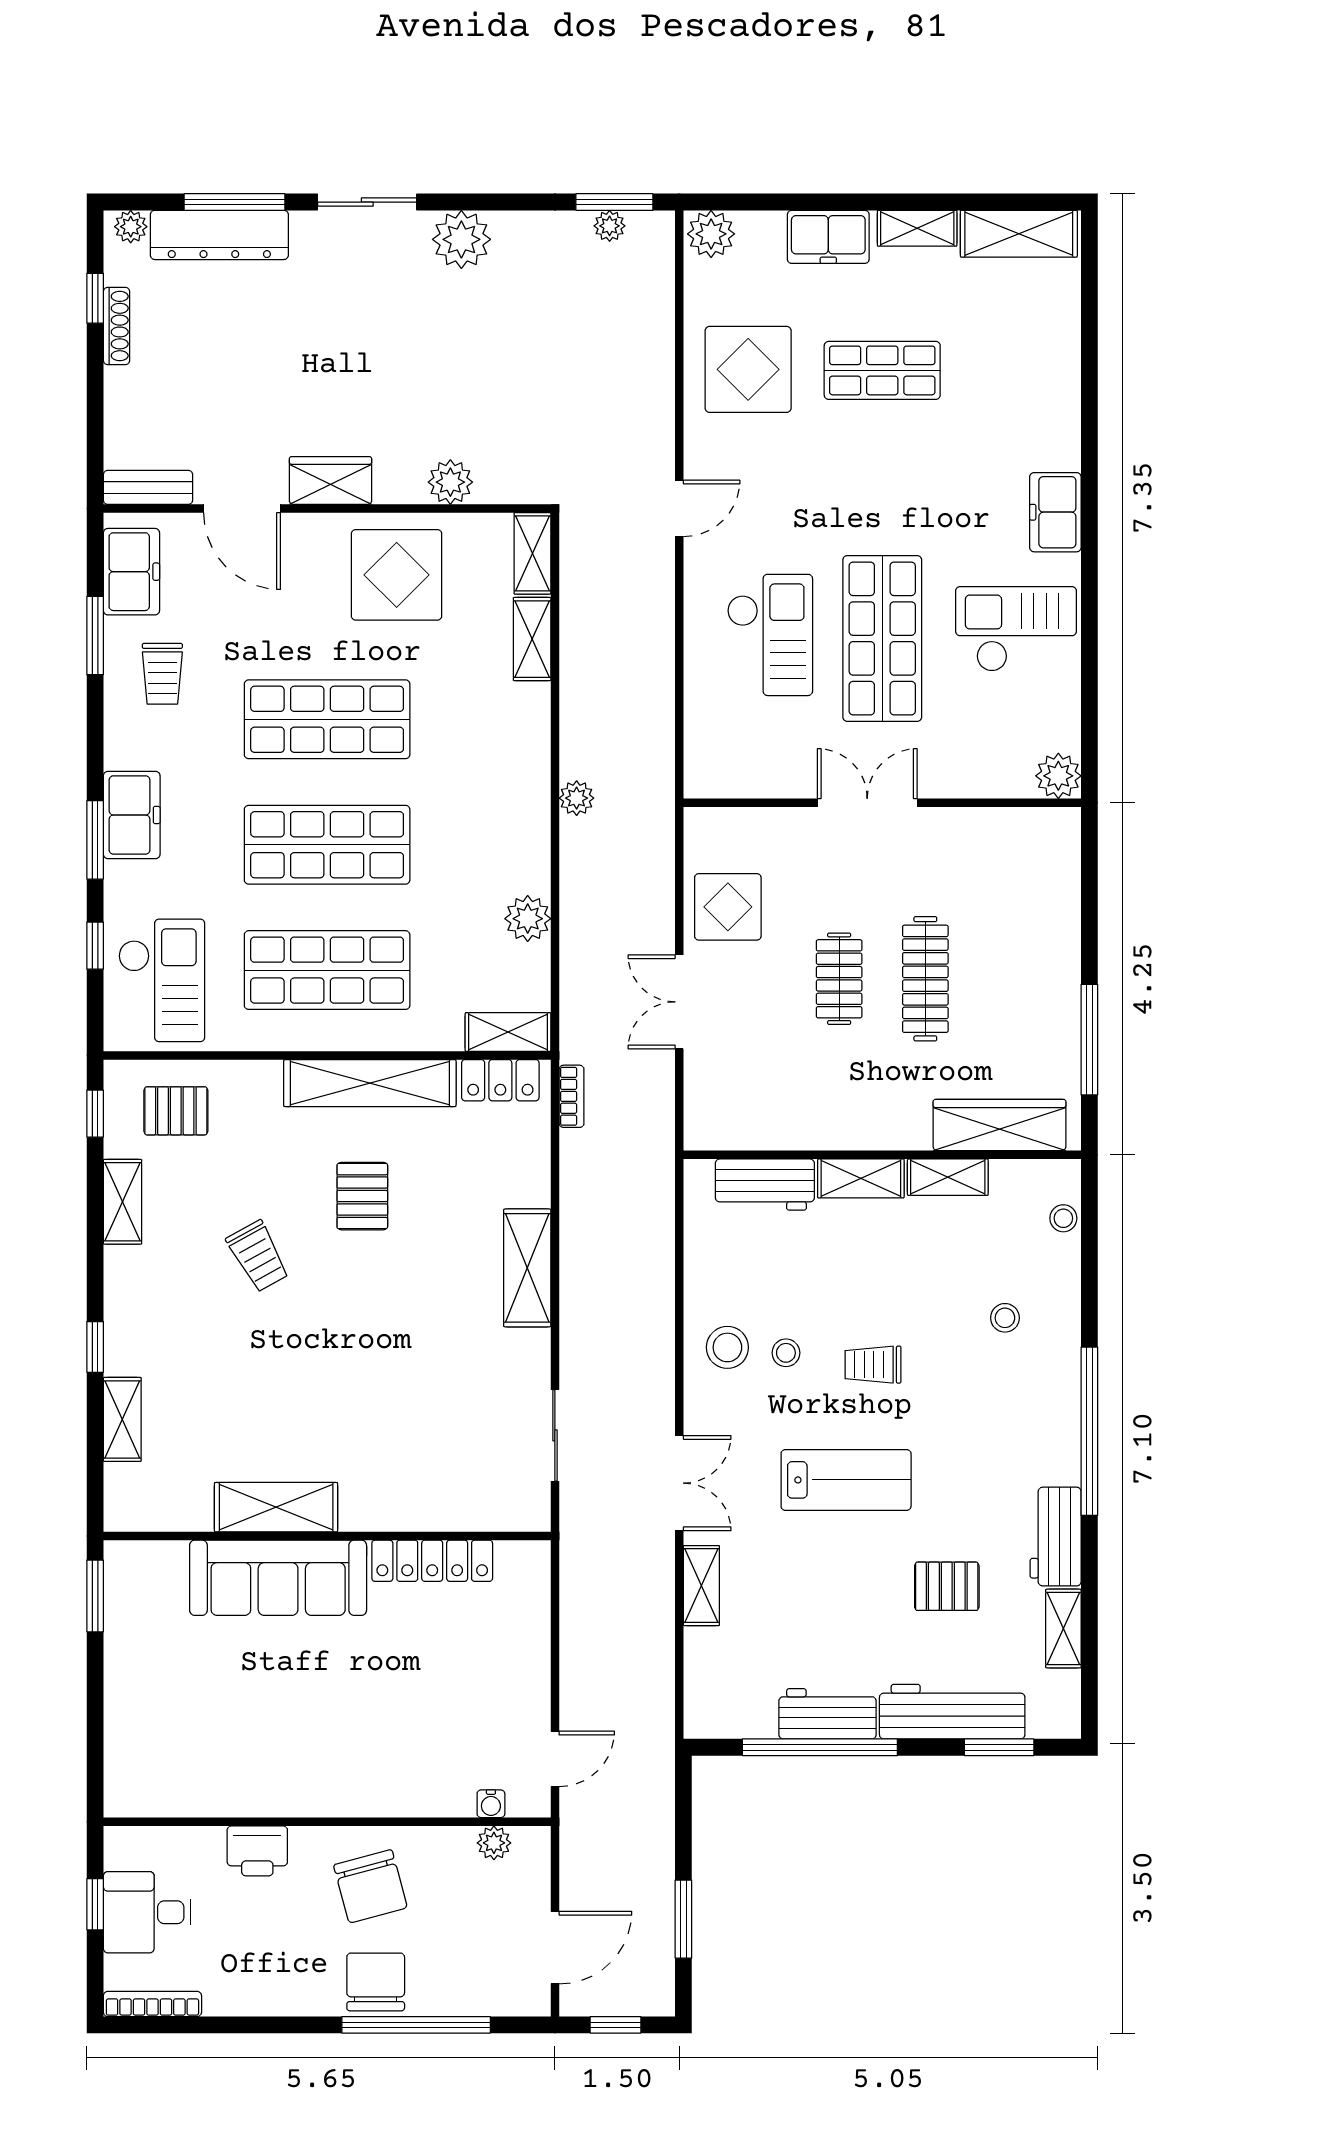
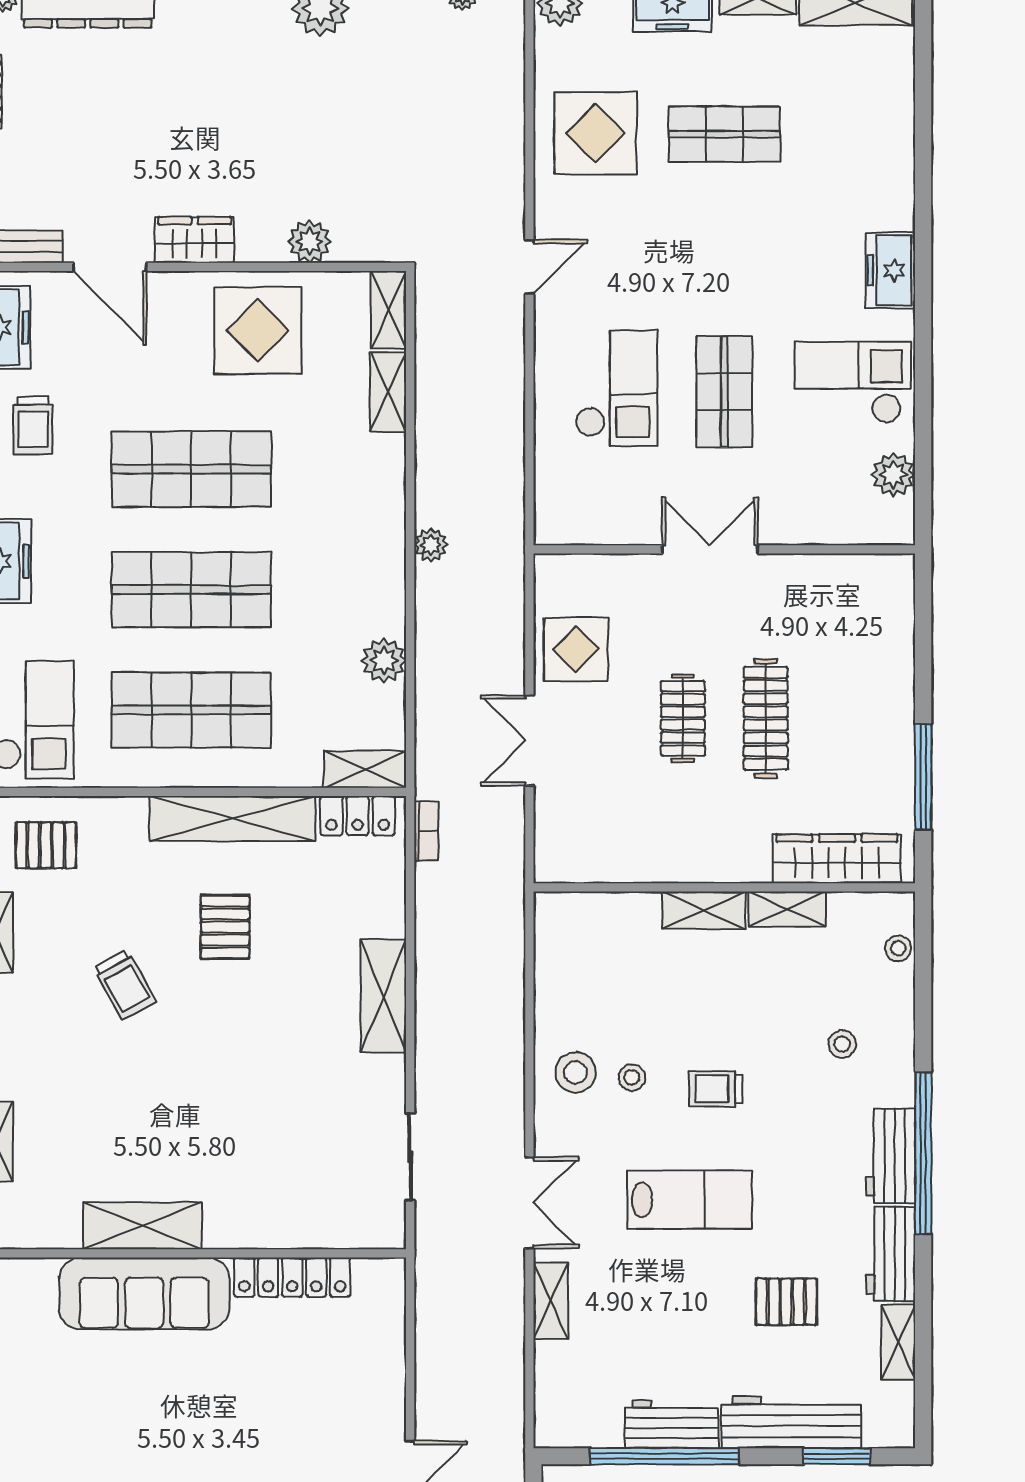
shop shelf: (882, 638) -> (724, 392), width x0.70, depth x0.74
plant: (1058, 776) -> (893, 475), moved
workbench: (765, 1185) -> (891, 1156), moved, turned 90

